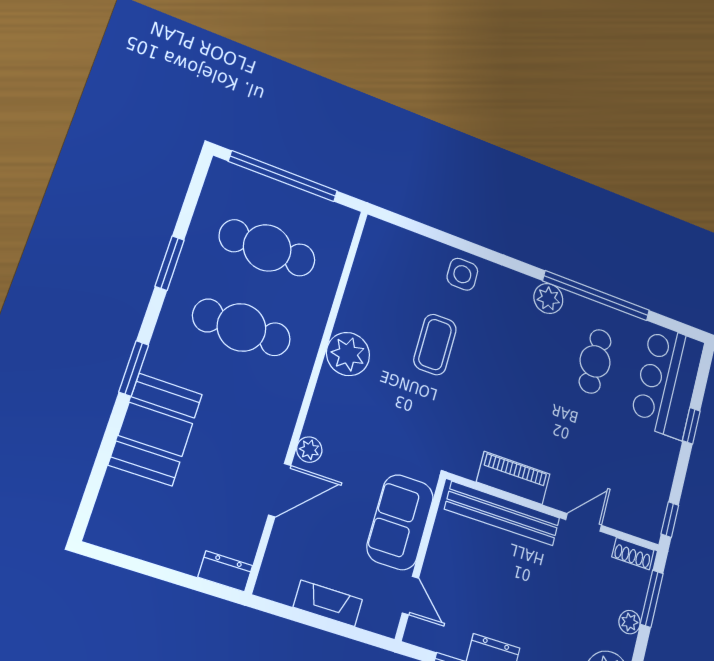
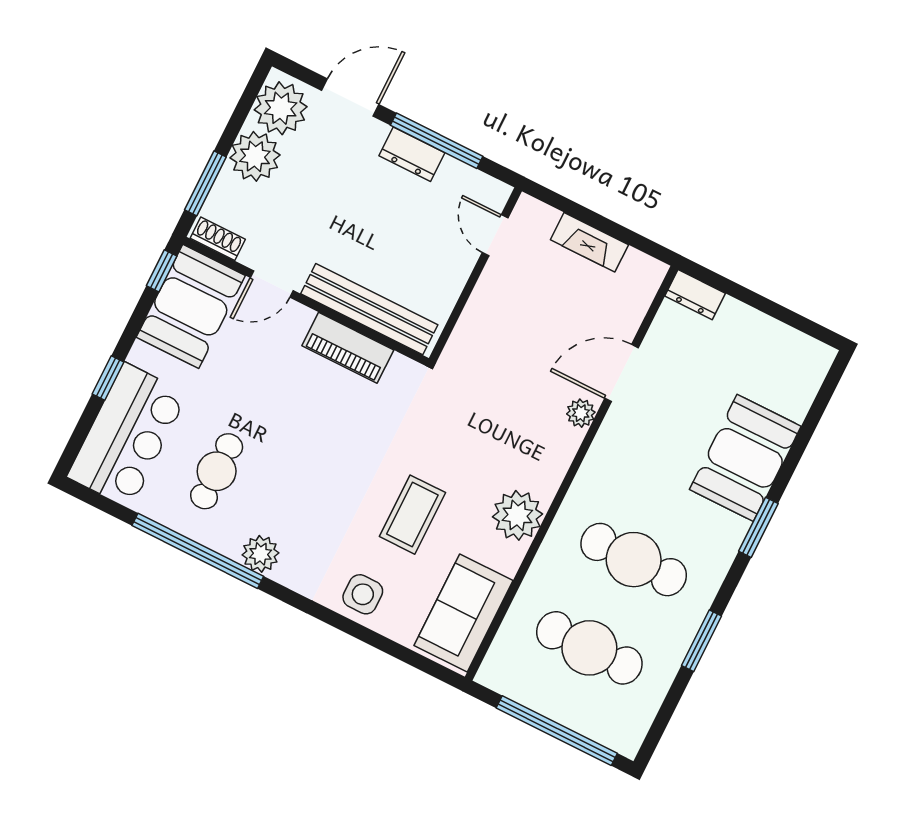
booth: (642, 494) -> (191, 306), added
sofa: (400, 522) -> (463, 613), moved, turned 180
plant: (630, 622) -> (255, 156), width x1.87, depth x1.87

